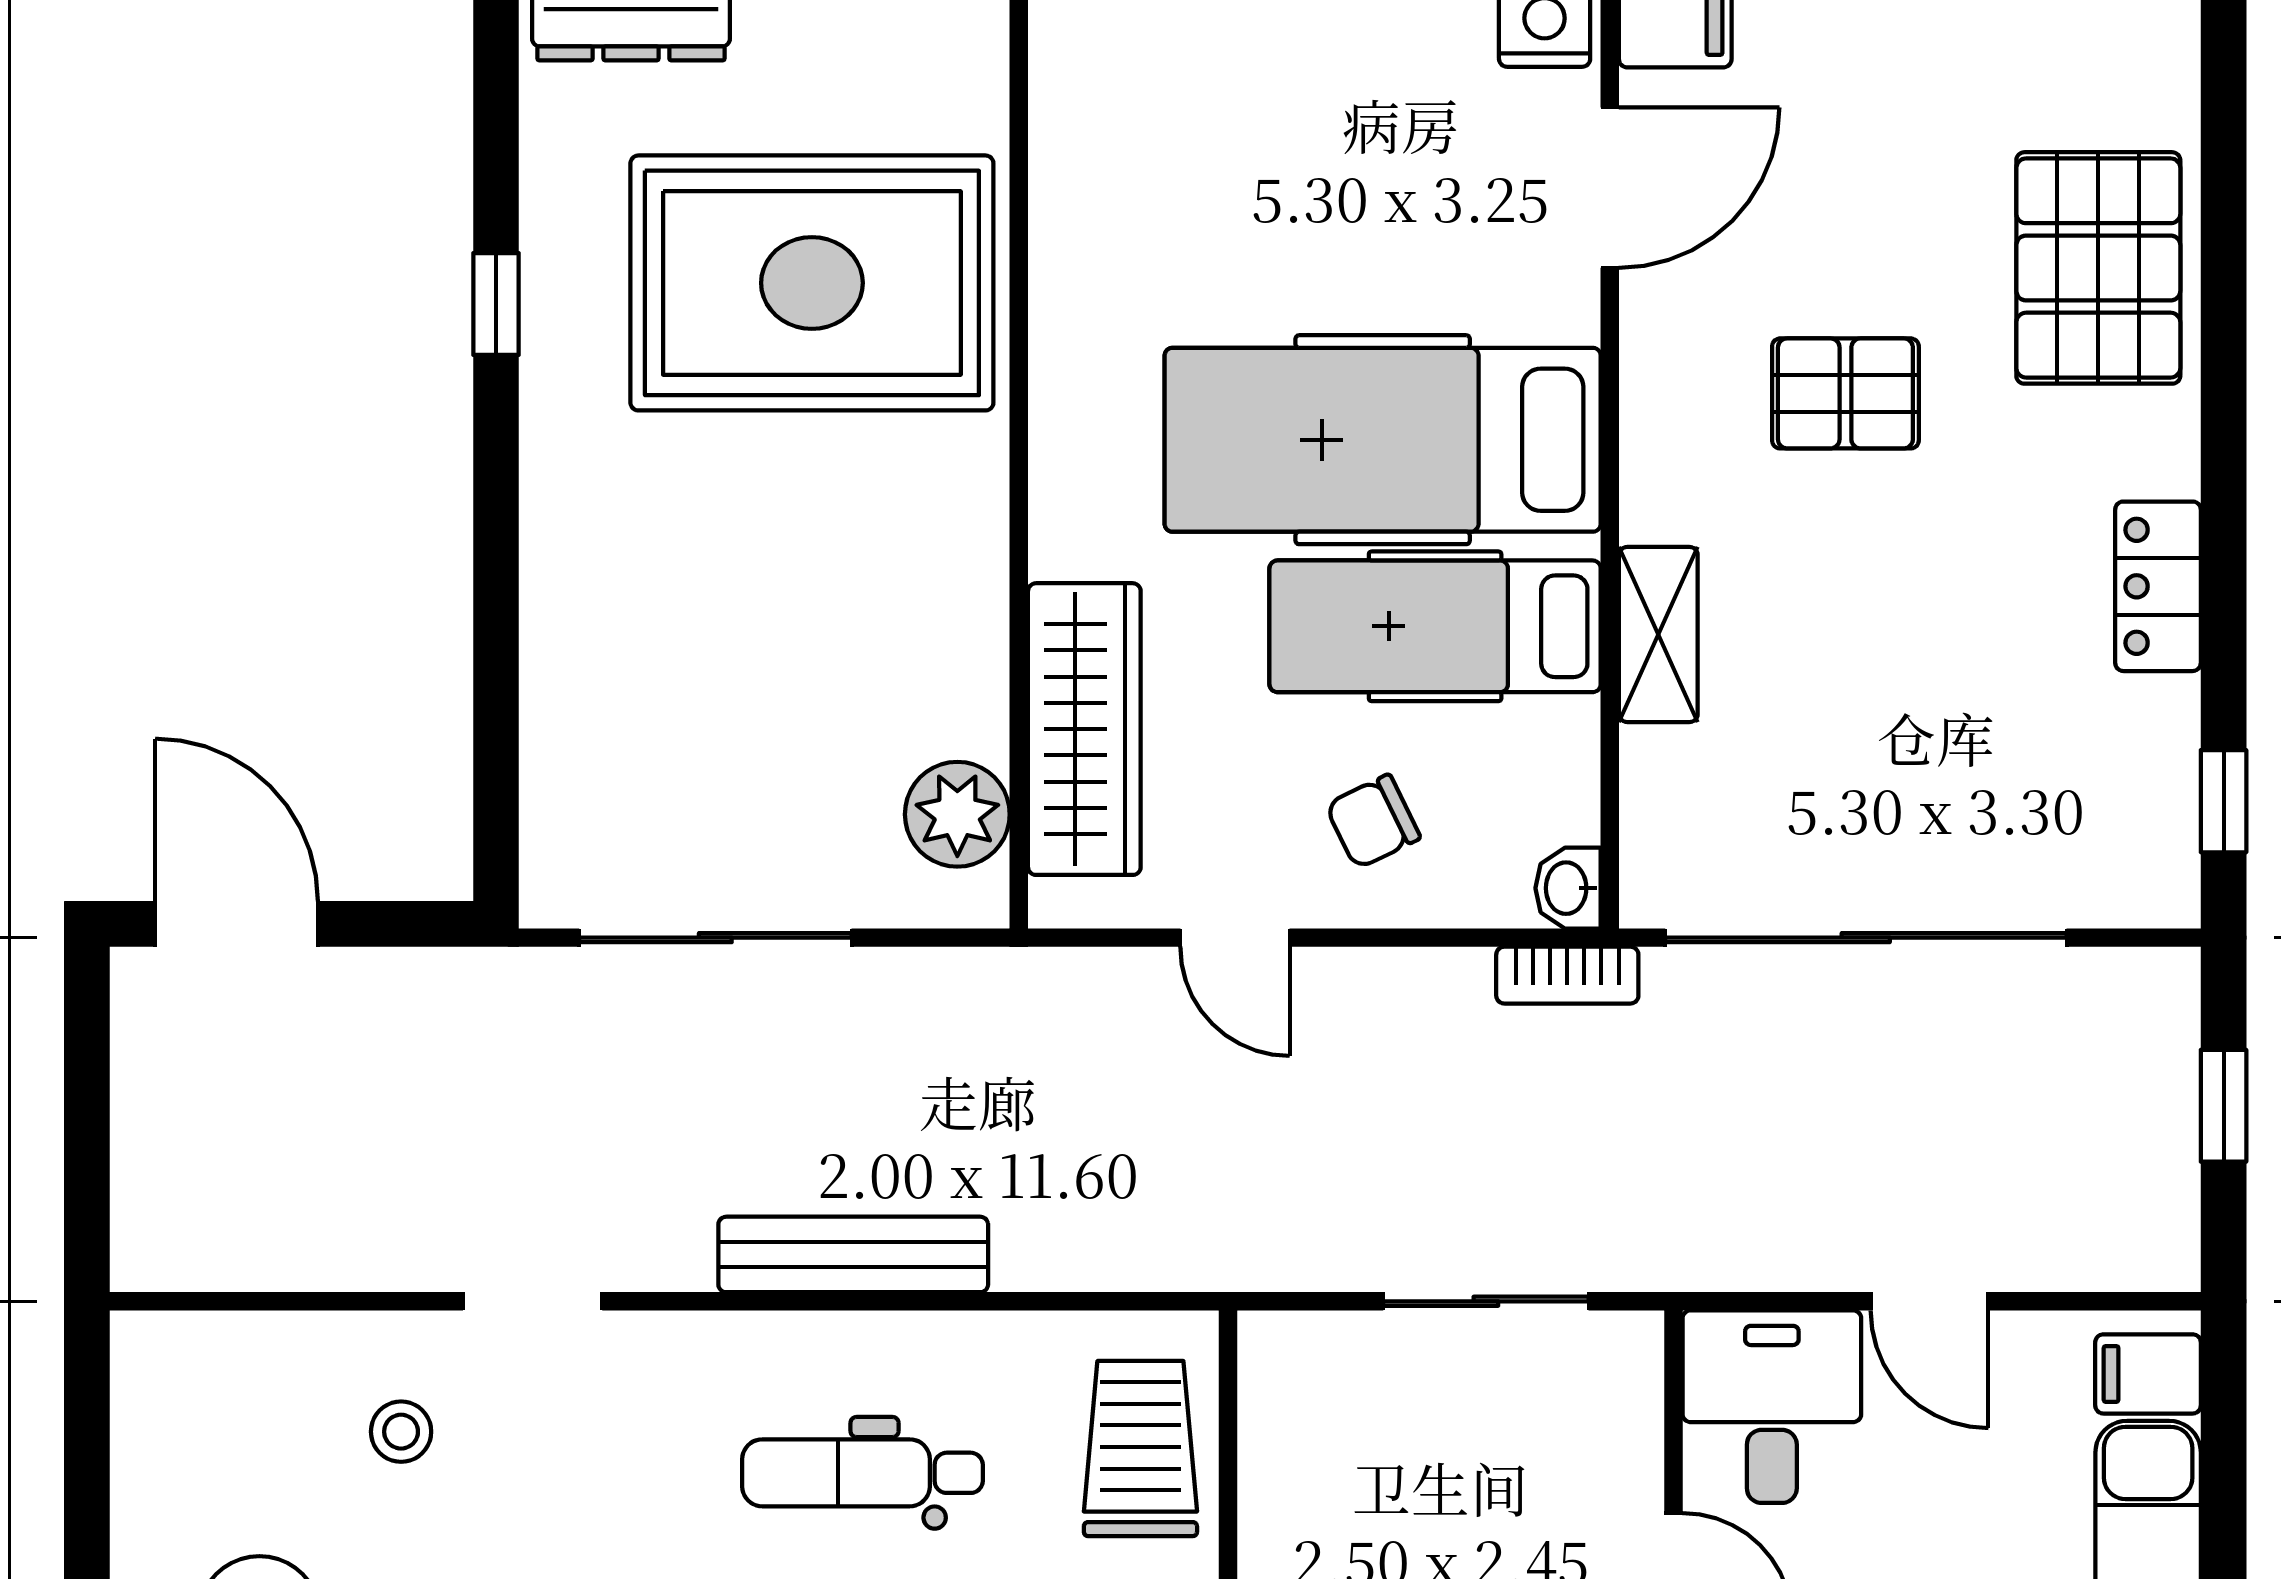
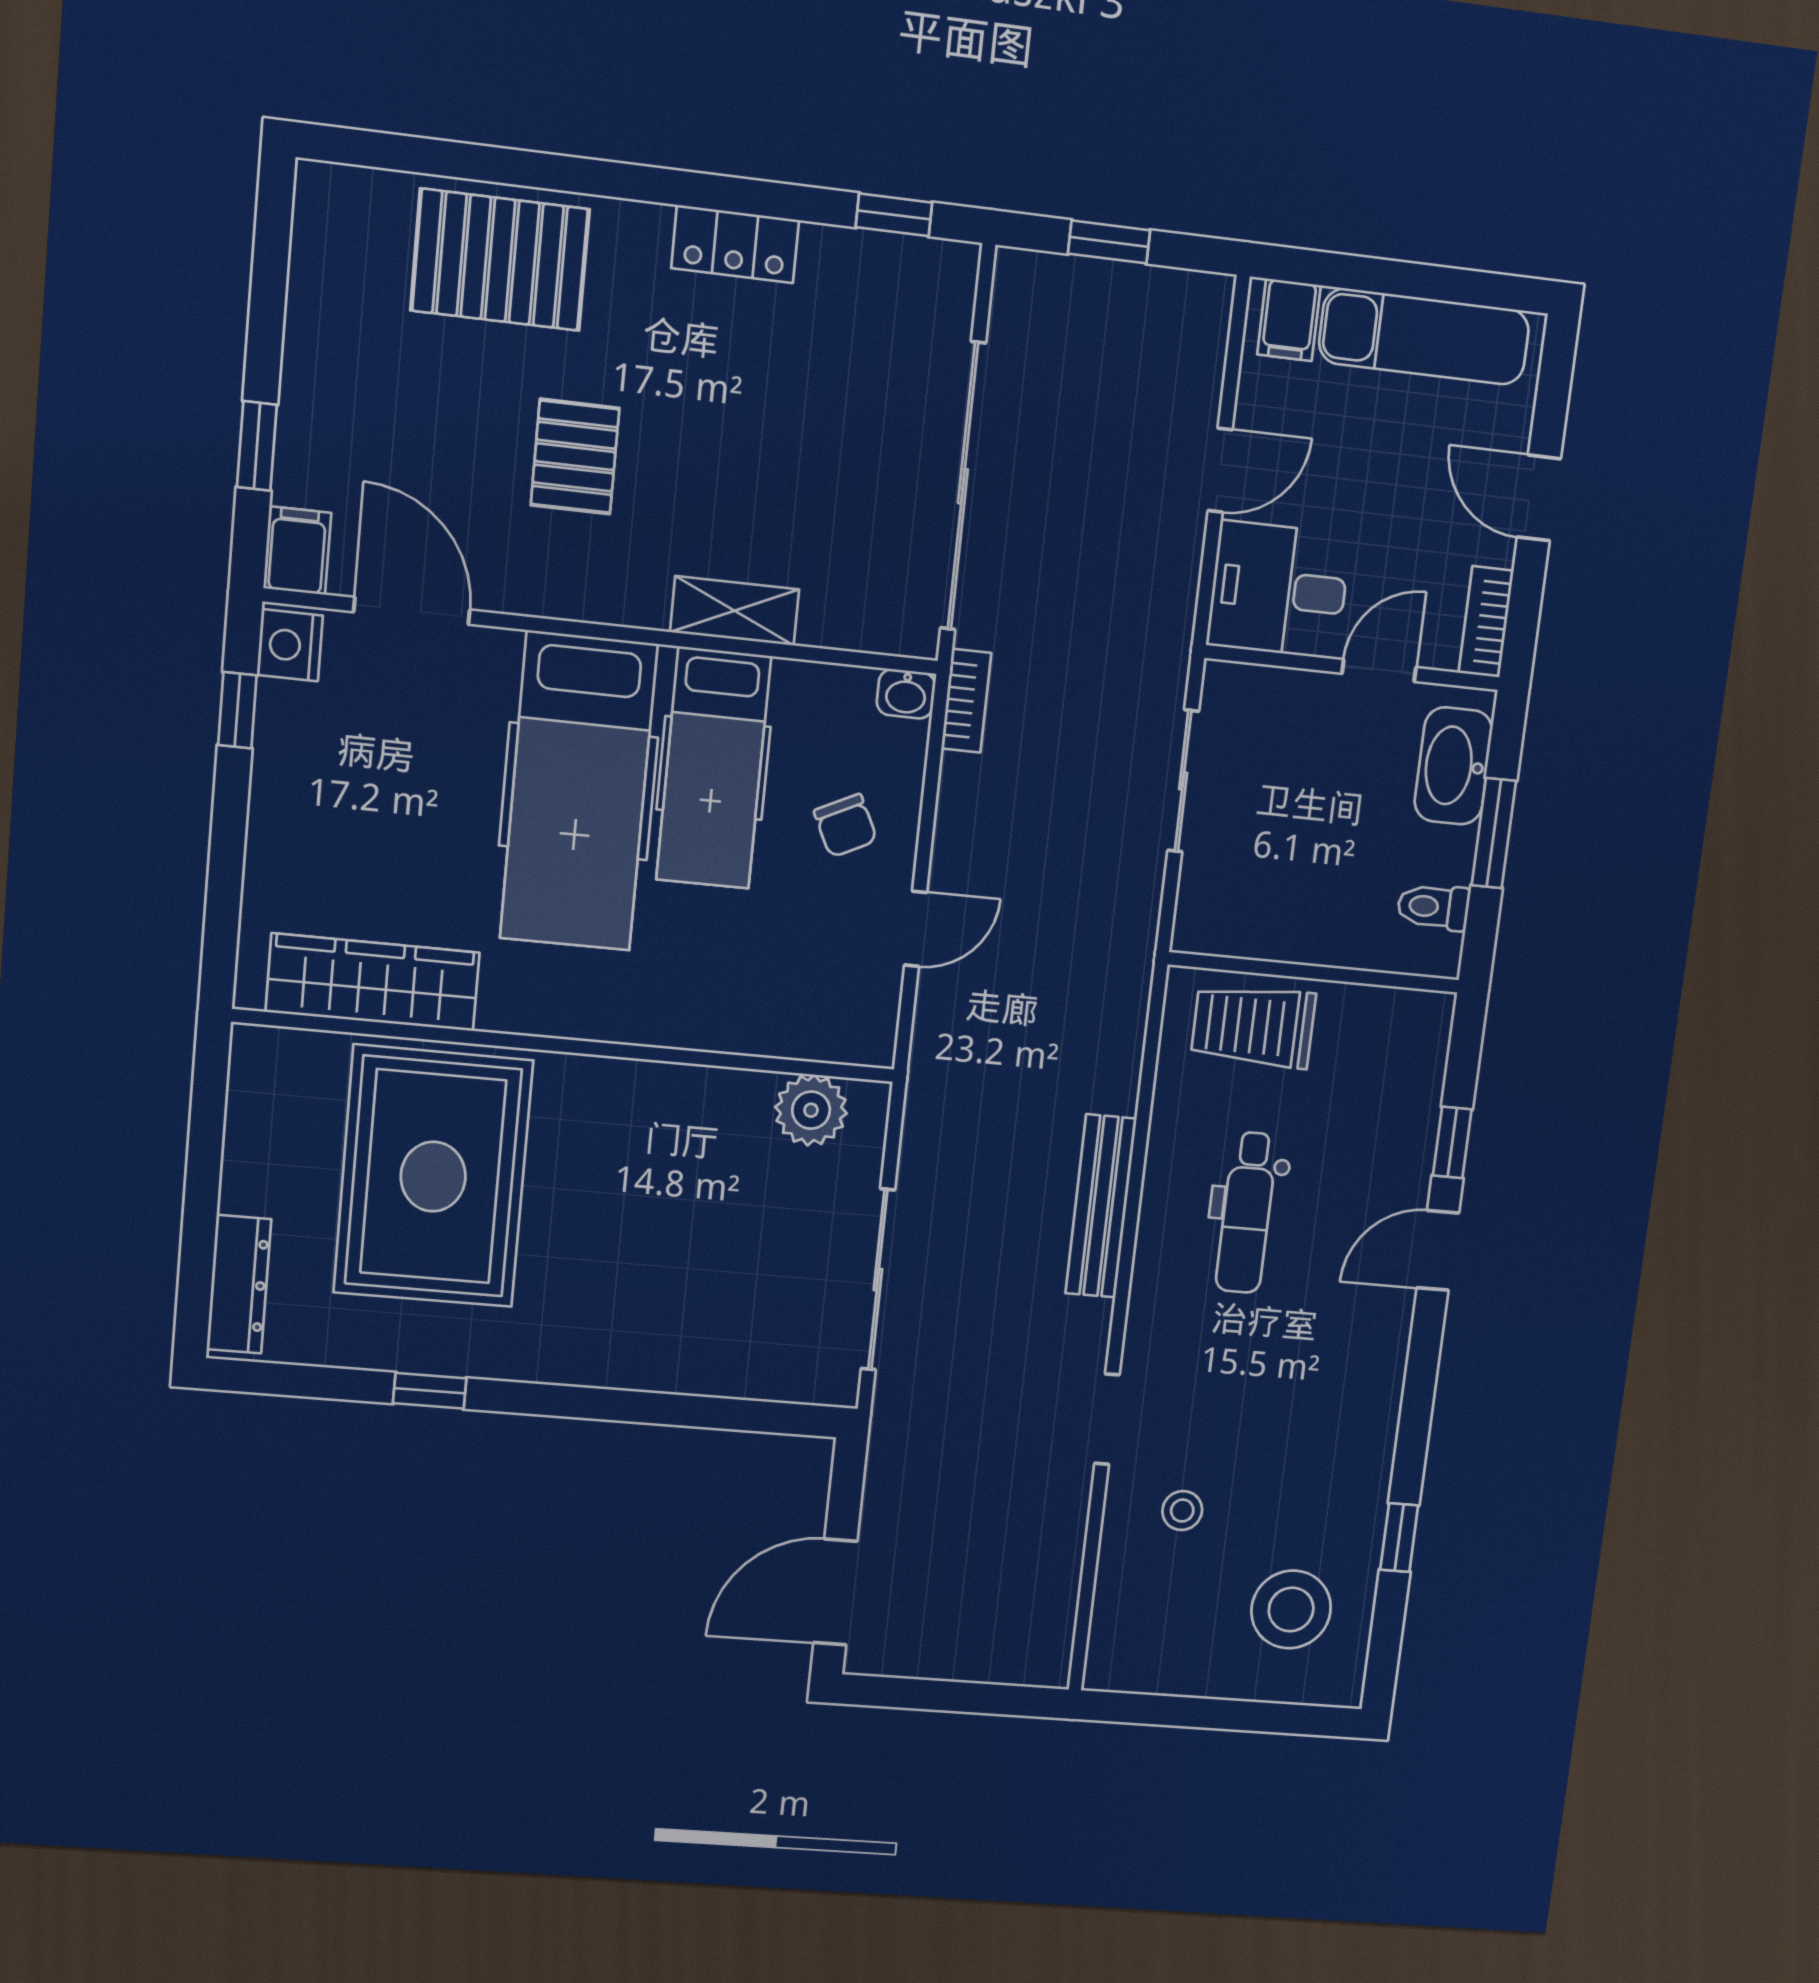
wardrobe: (1084, 729) -> (373, 982), moved

